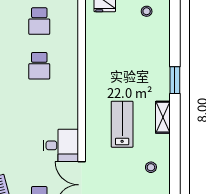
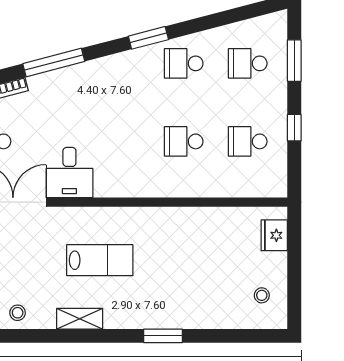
shelving: (163, 117) -> (80, 319), moved
stool: (151, 167) -> (18, 313), moved

